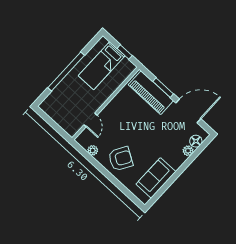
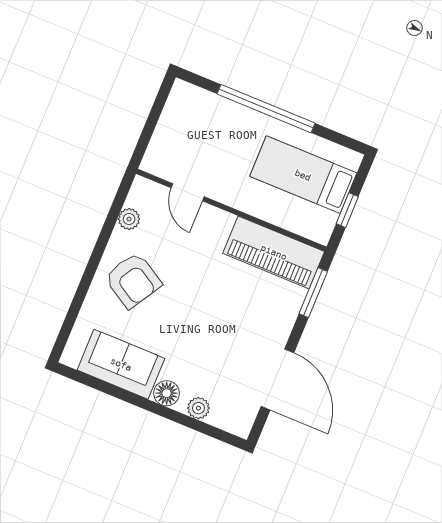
window: (163, 88) -> (313, 293), moved
piano: (151, 93) -> (274, 252), moved, turned -90
door: (90, 120) -> (188, 192), hinge flipped
floor lamp: (196, 141) -> (167, 393), moved

